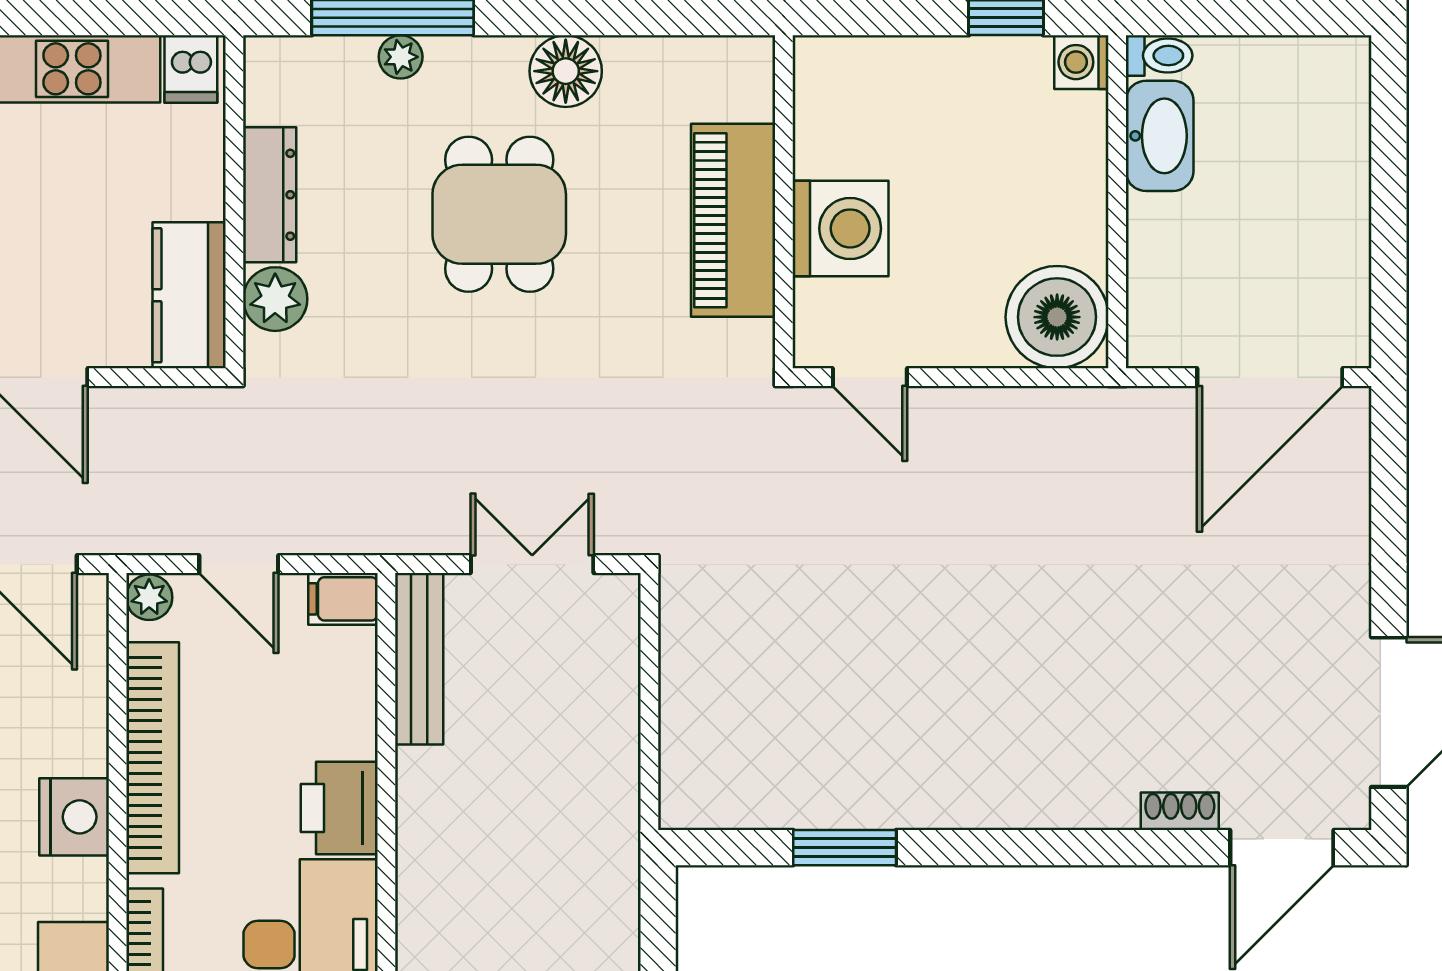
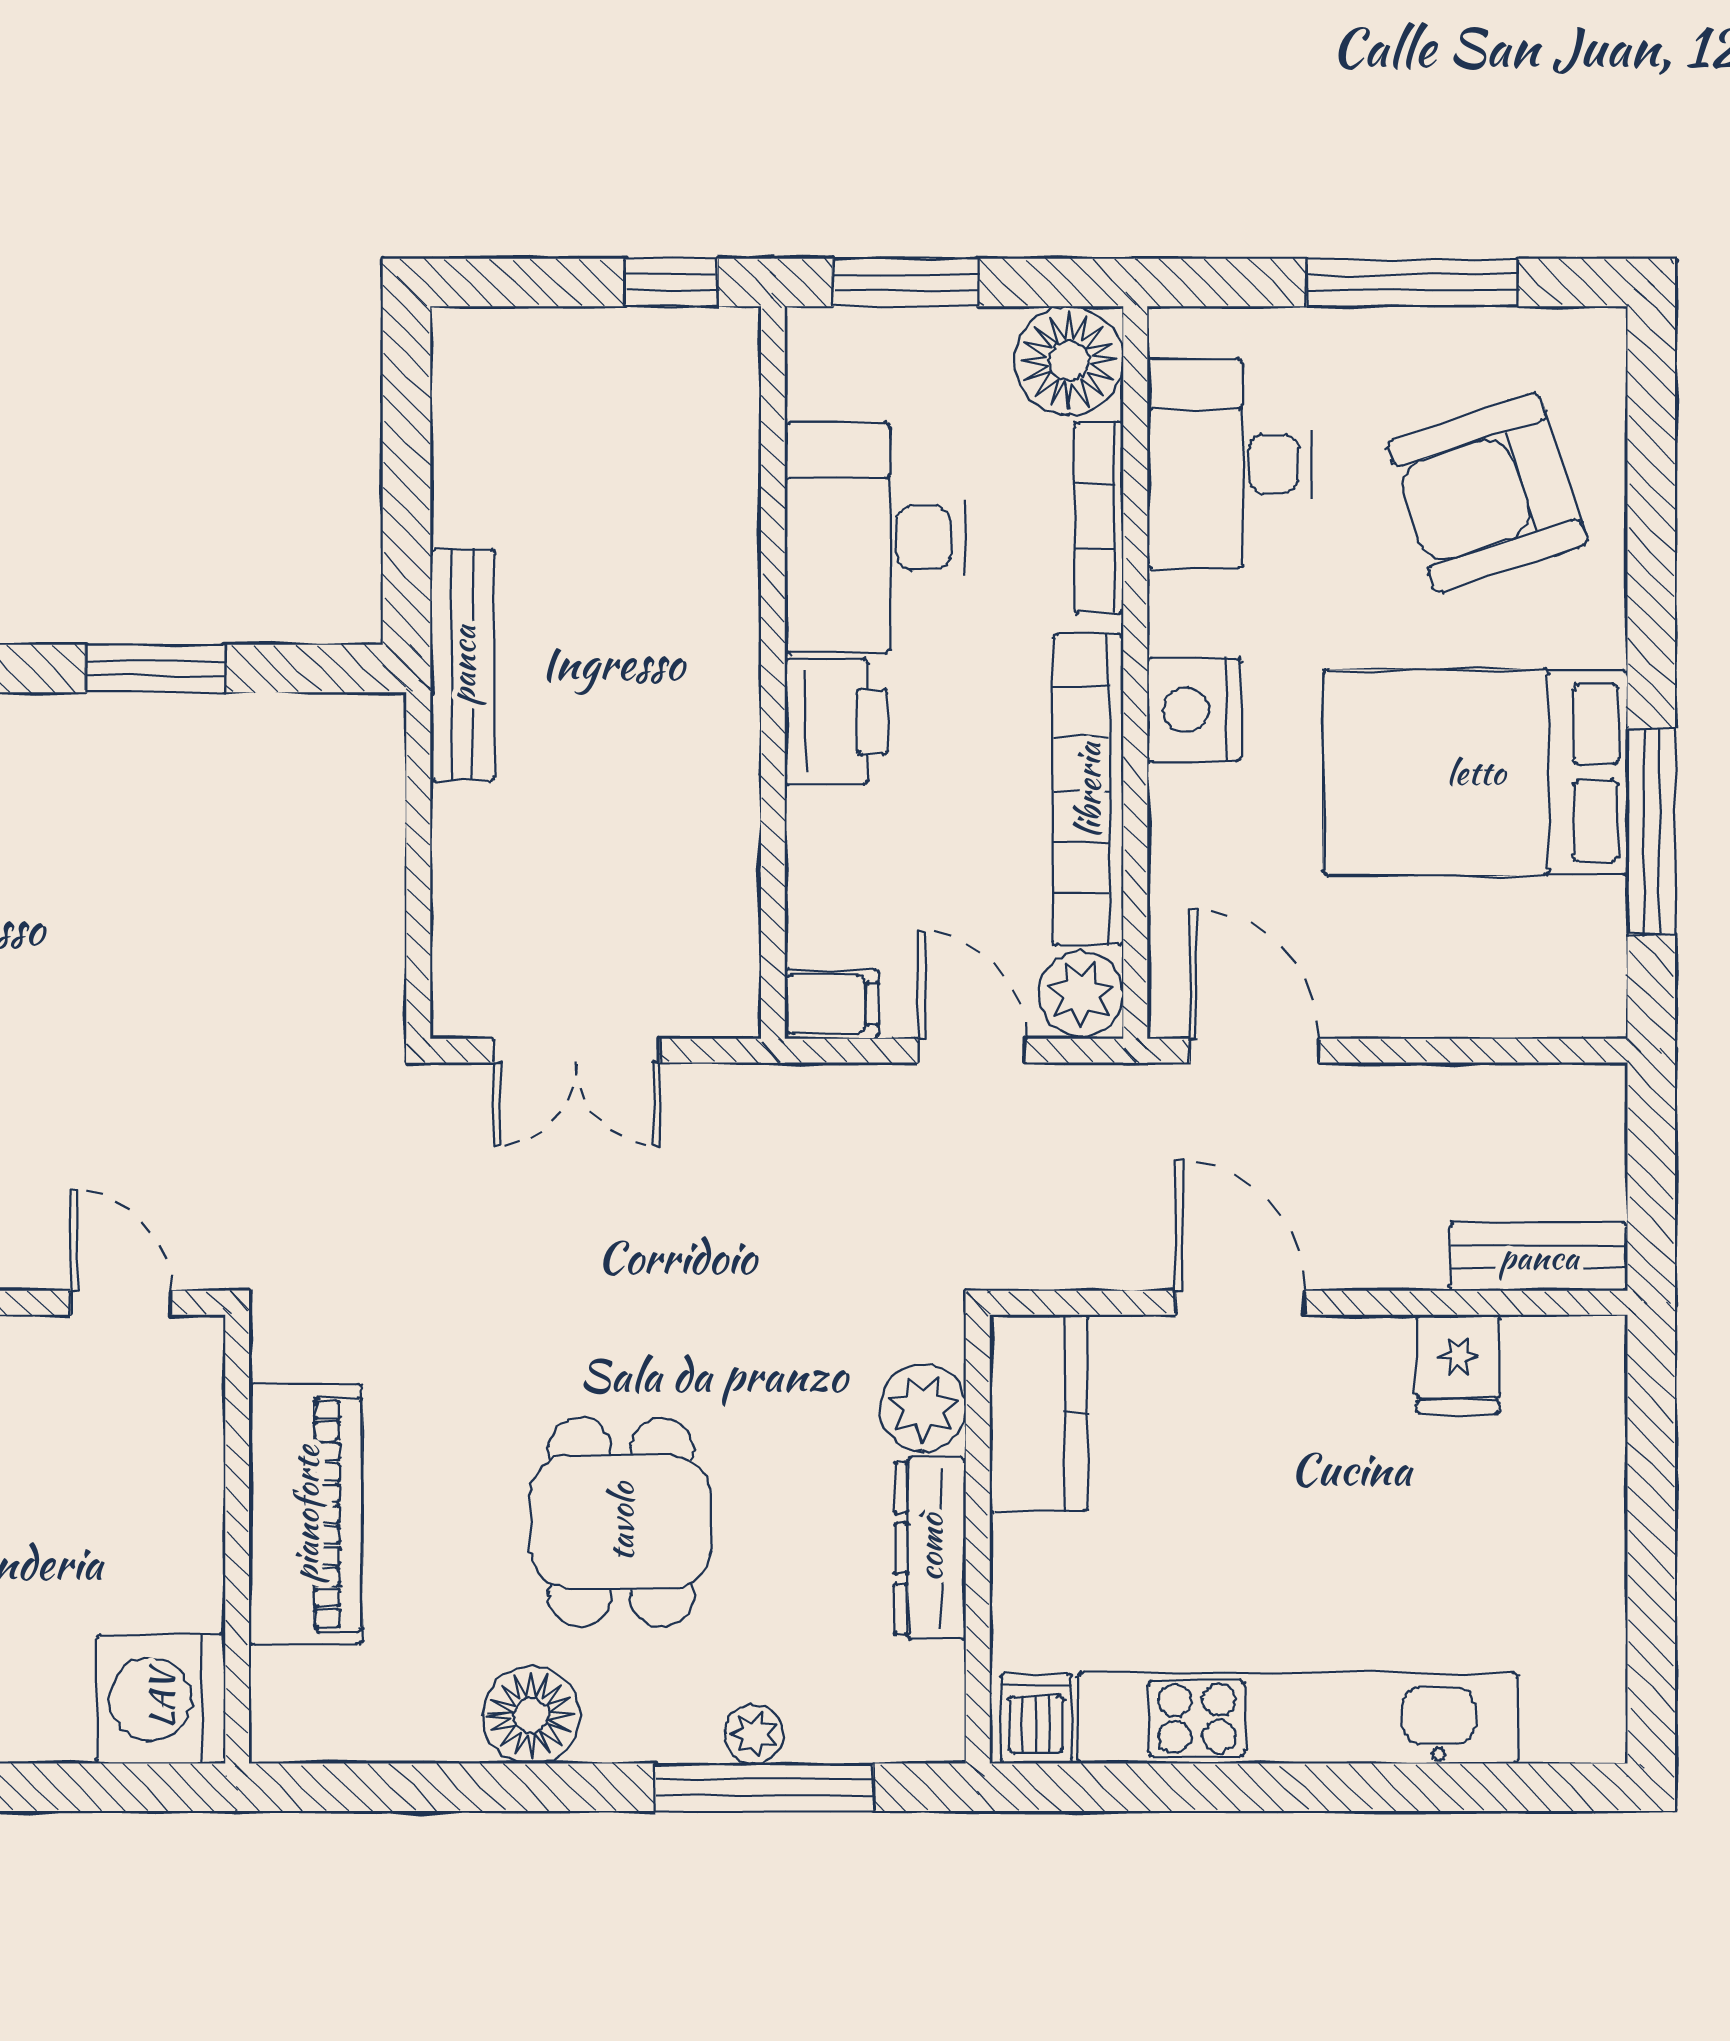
washing machine: (841, 228) -> (161, 1699), moved
plant: (149, 597) -> (1081, 994), width x1.38, depth x1.38
bench: (419, 659) -> (463, 665), moved

